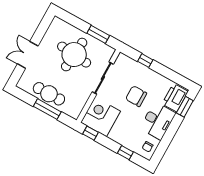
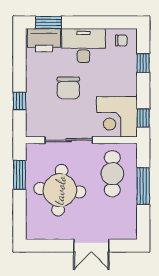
cafe table: (49, 94) -> (112, 174), moved

